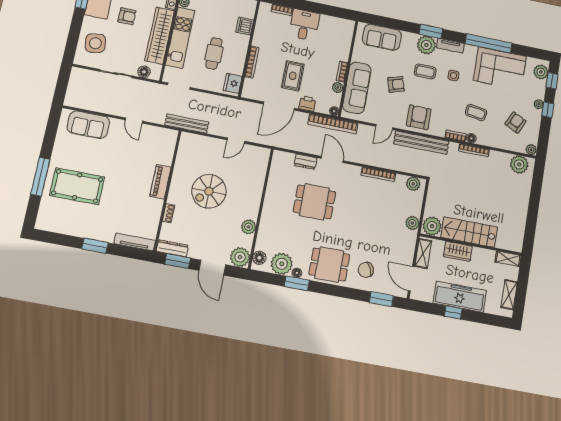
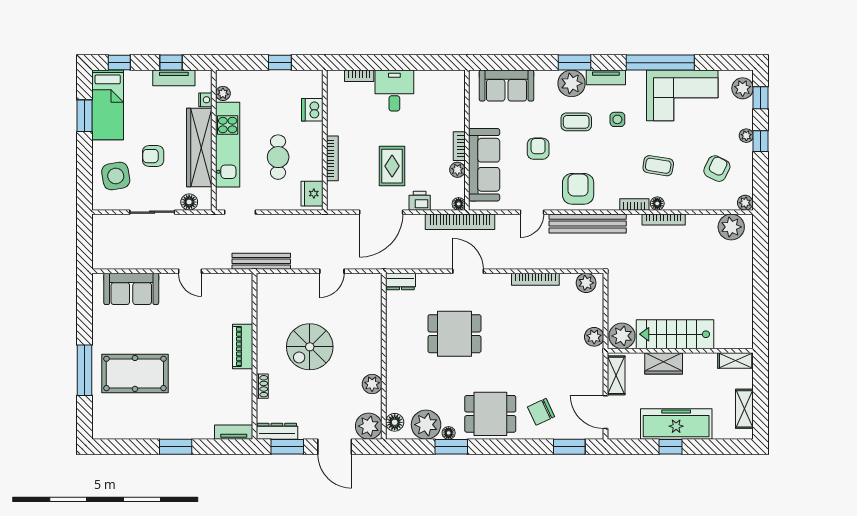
armchair: (127, 16) -> (153, 156), moved, turned 180
armchair: (396, 84) -> (538, 149), turned -73
dresser: (306, 162) -> (400, 281), moved
tv unit: (135, 242) -> (234, 432), width x0.71

